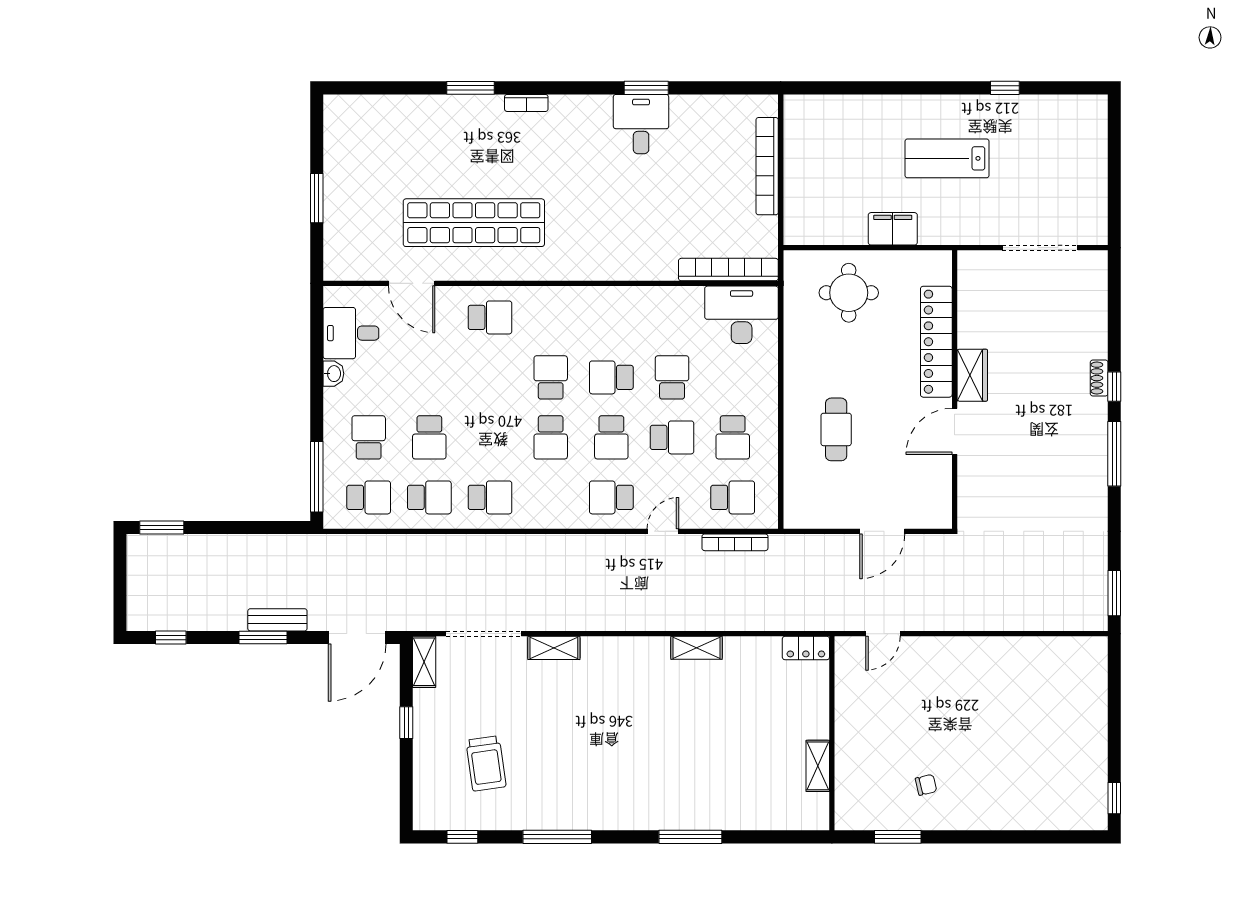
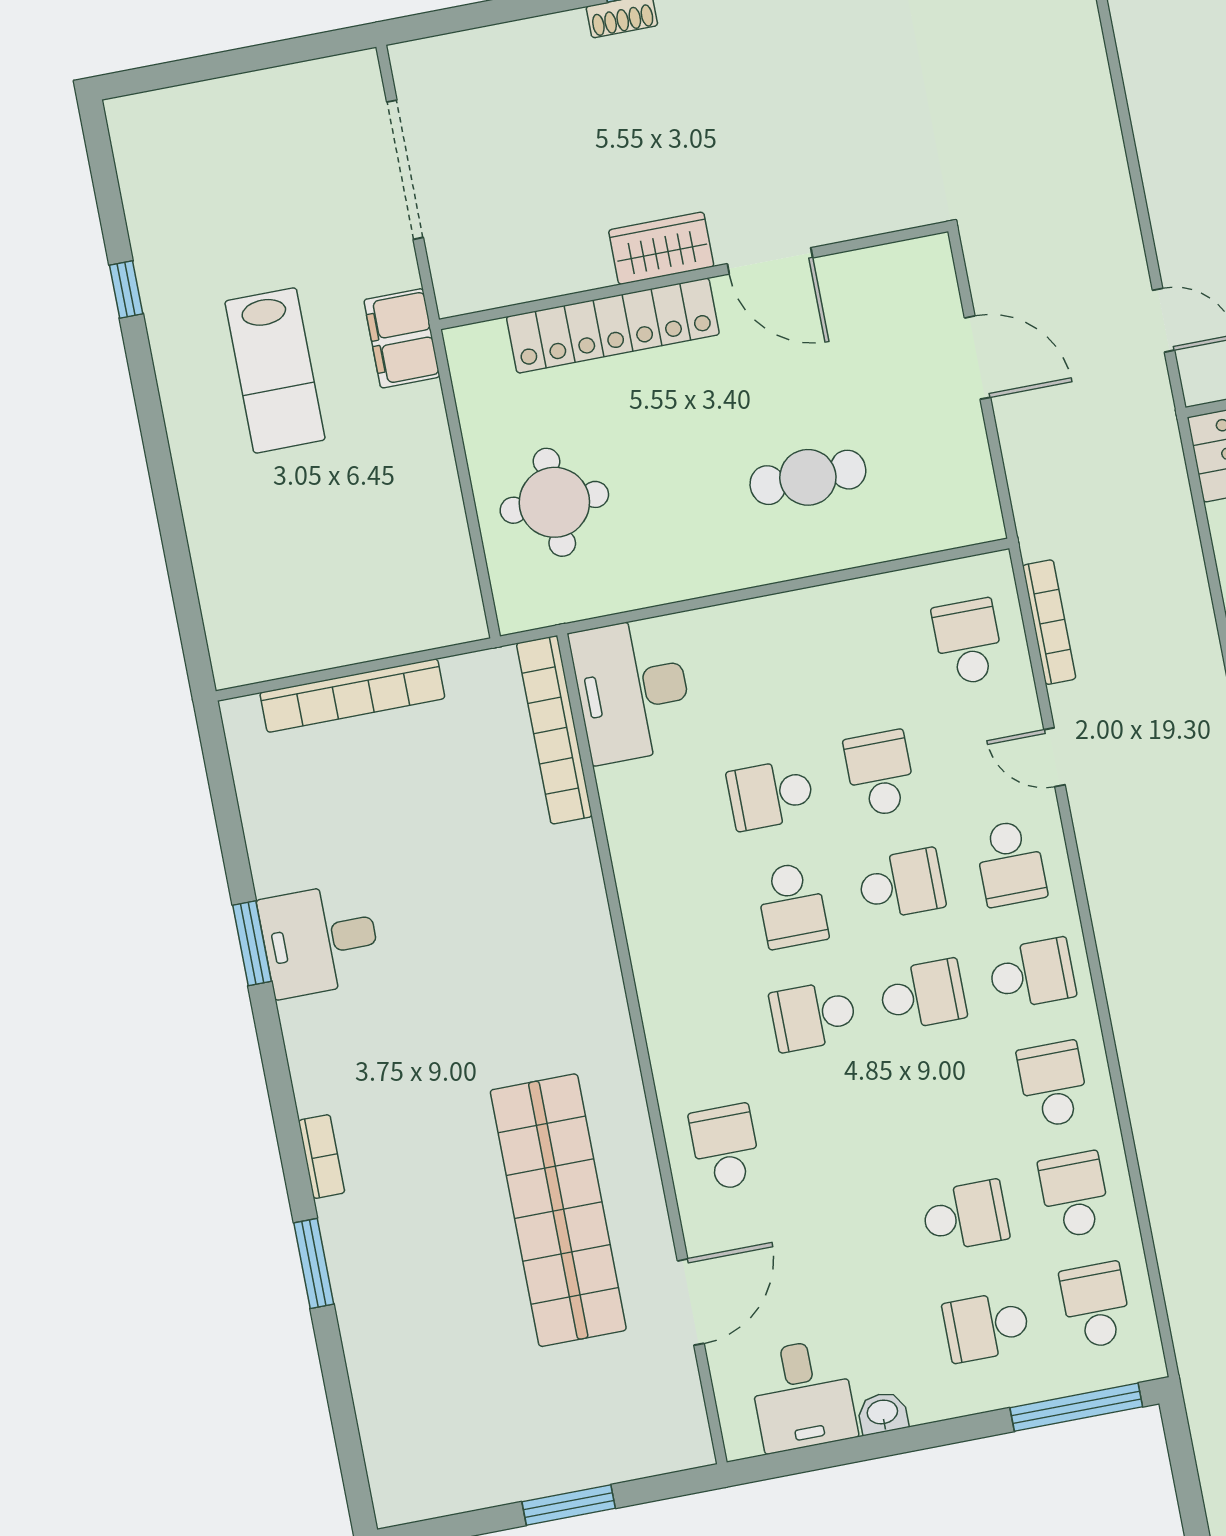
filing cabinet: (893, 229) -> (402, 338), moved
school desk: (733, 437) -> (1032, 974), moved

